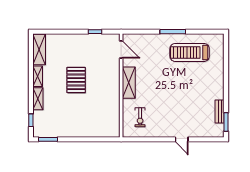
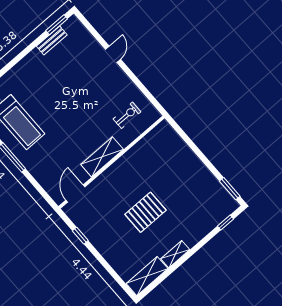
shelving: (38, 99) -> (198, 234), removed

